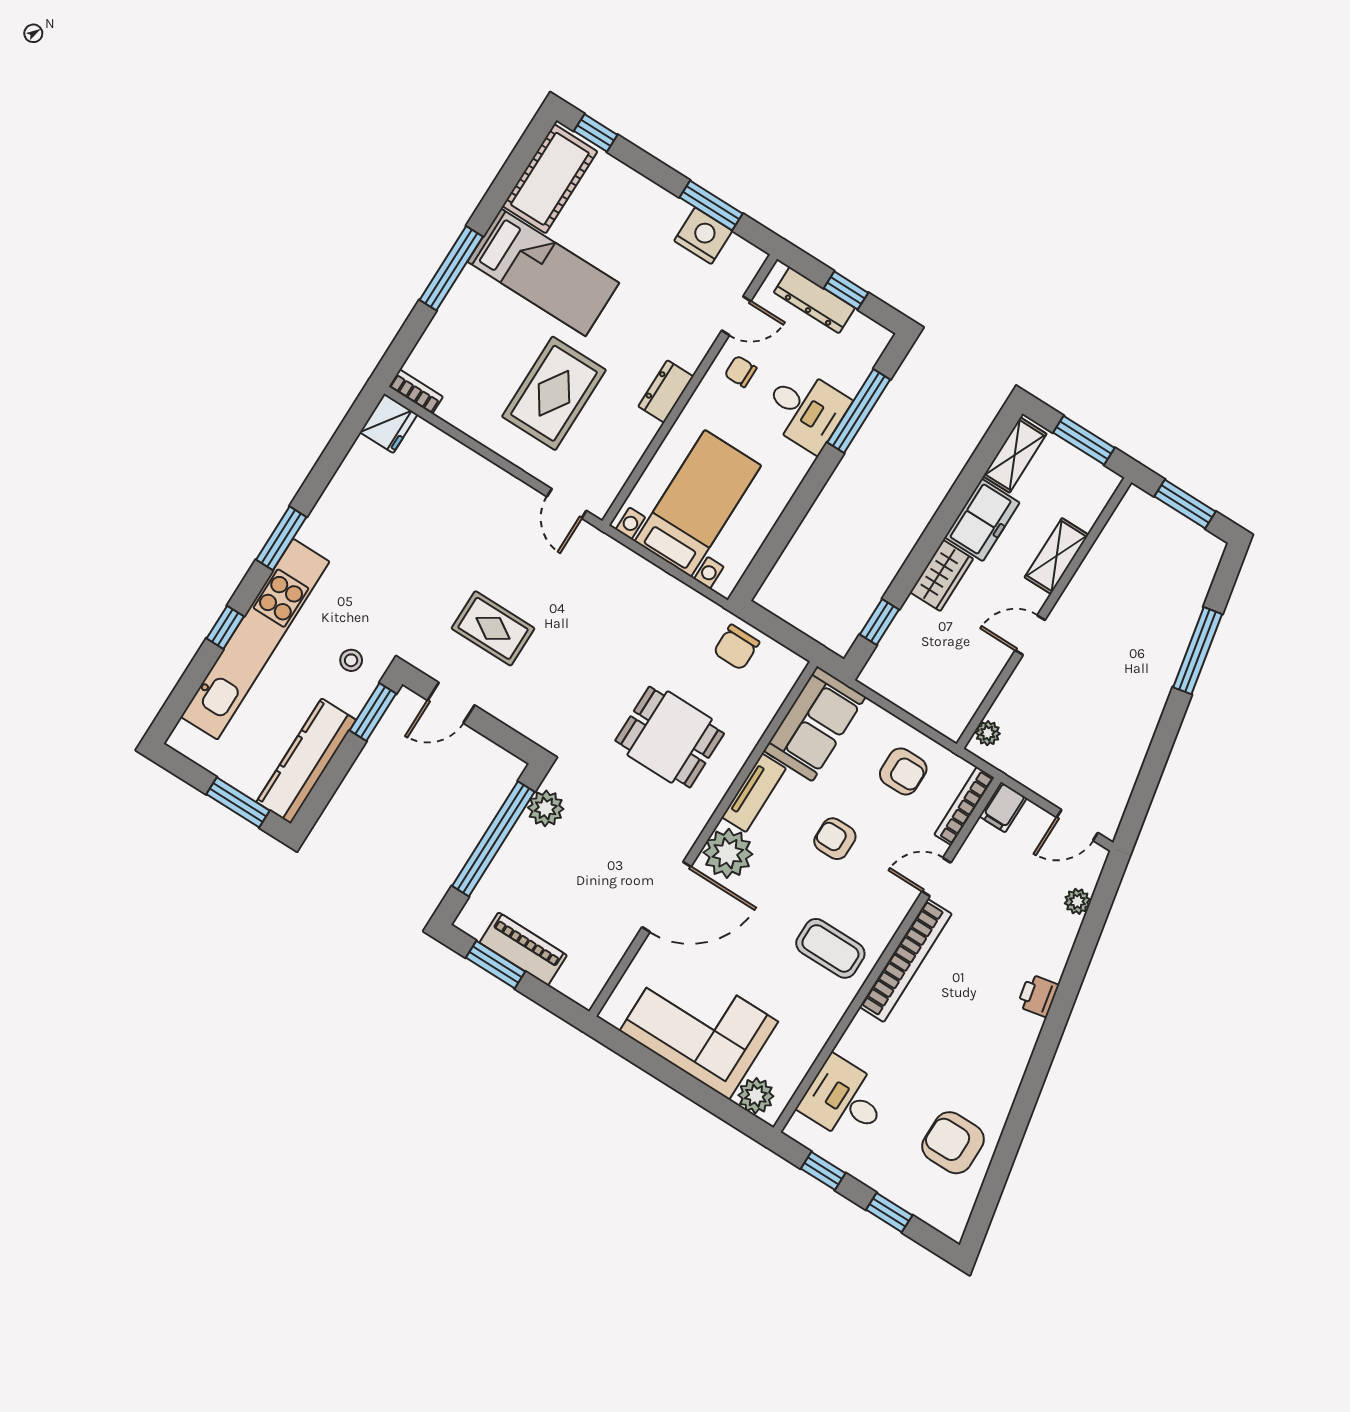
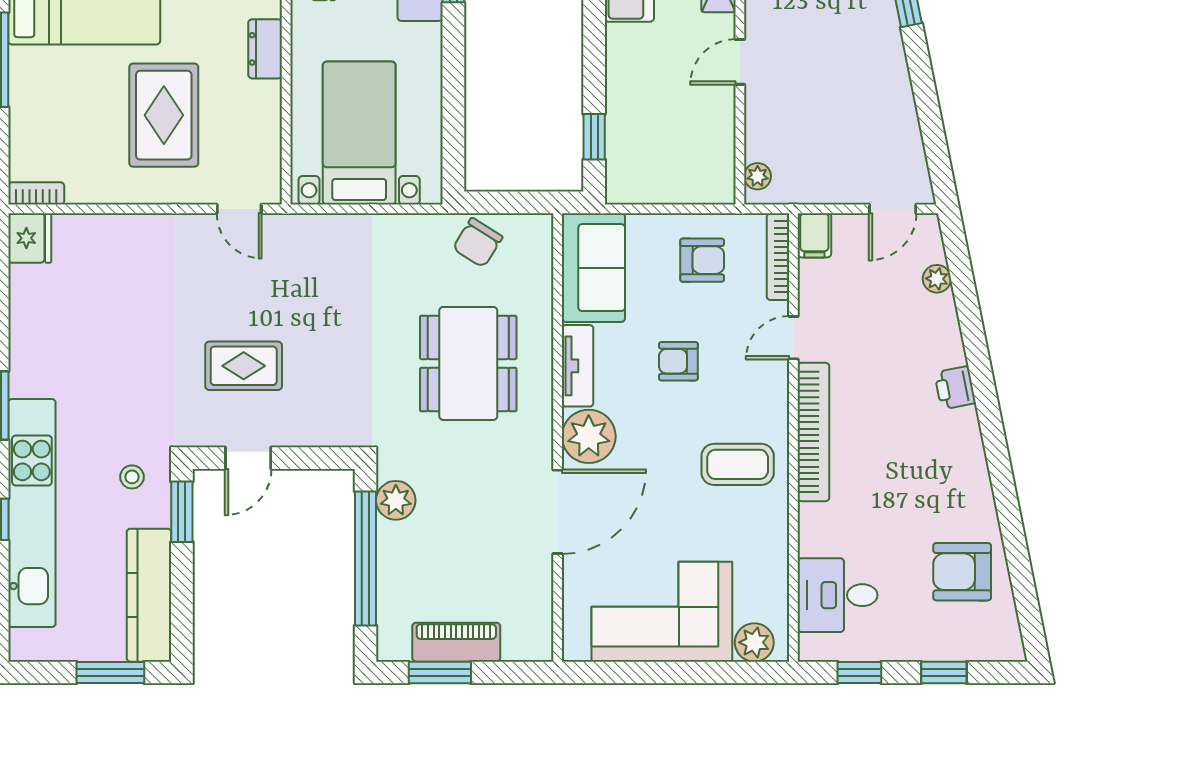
wardrobe: (942, 576) -> (624, 58), removed
chair: (736, 647) -> (478, 243), turned 32
dining table: (670, 737) -> (468, 363), width x1.37

